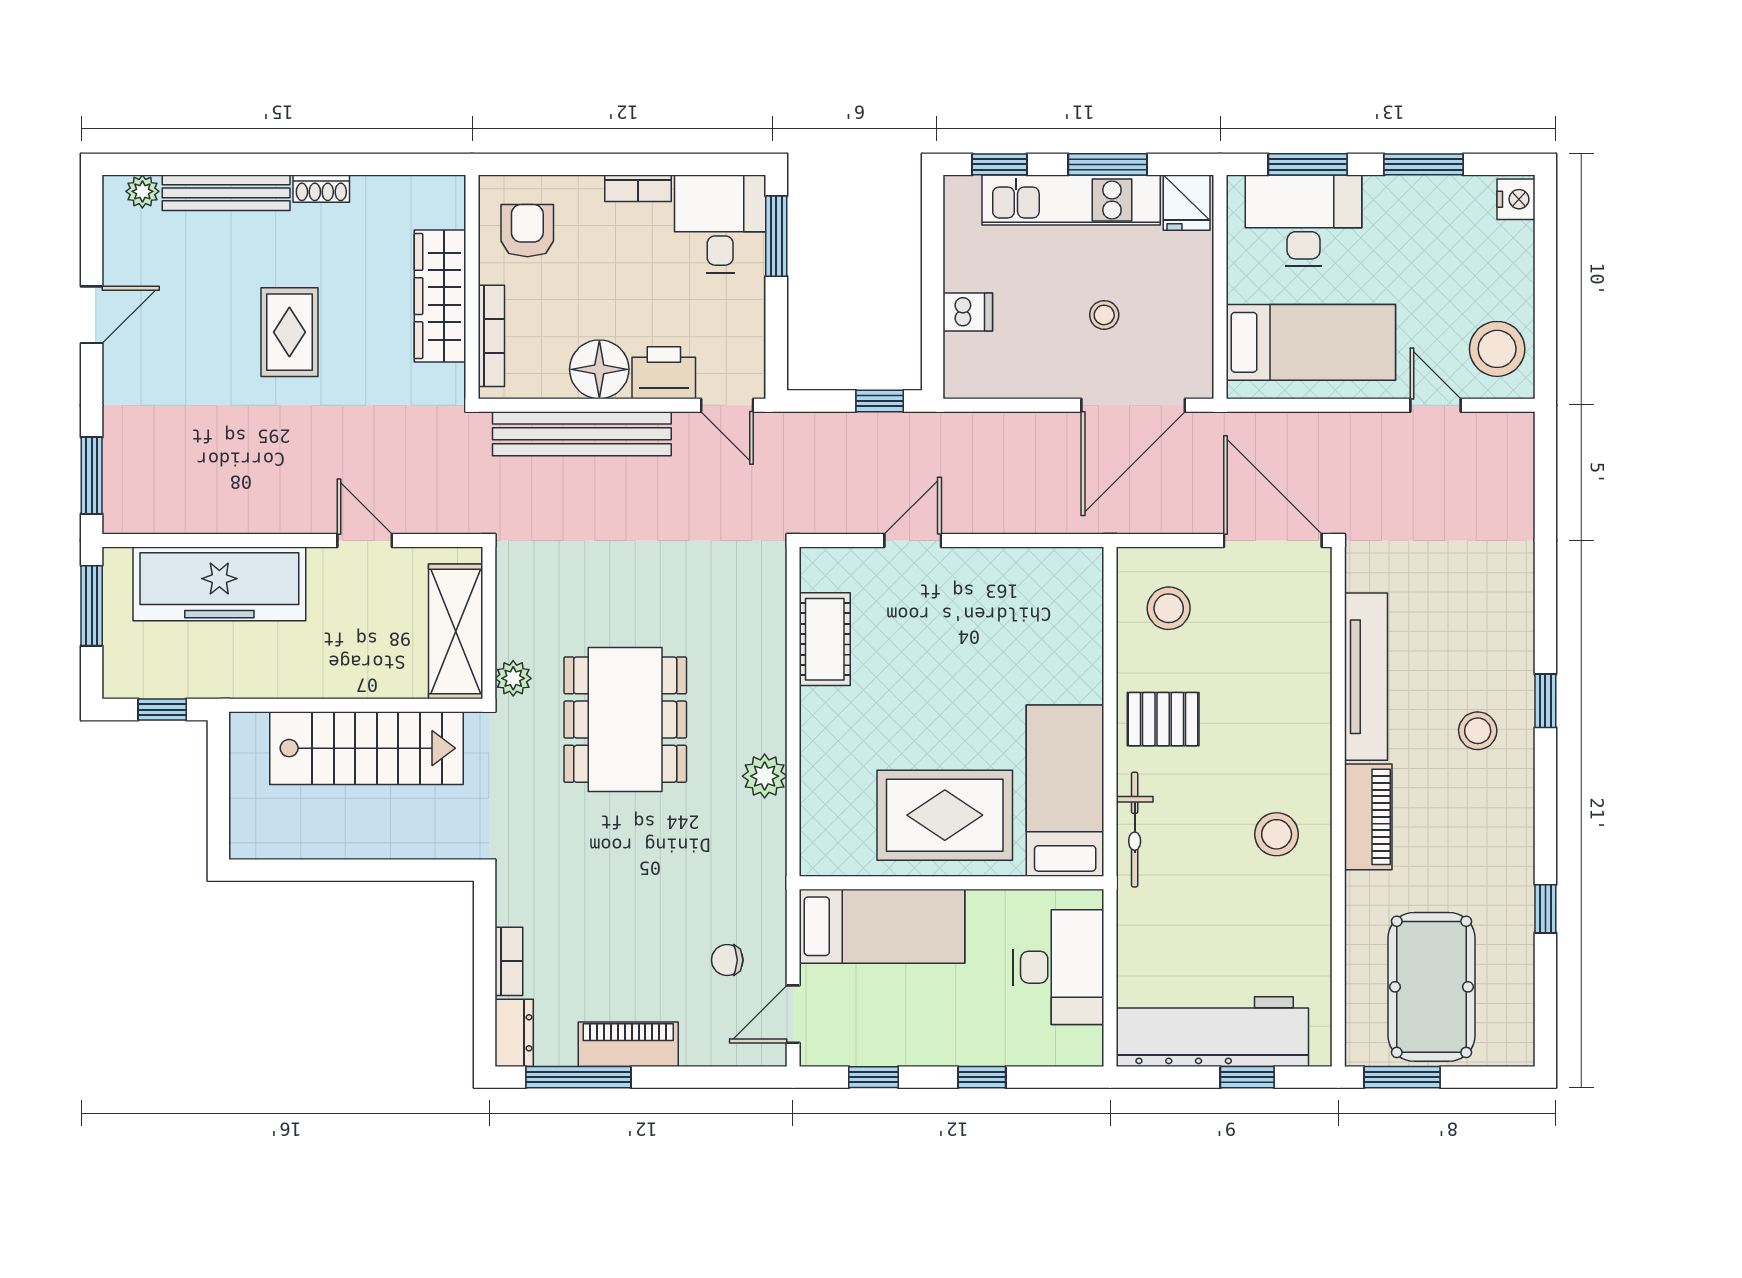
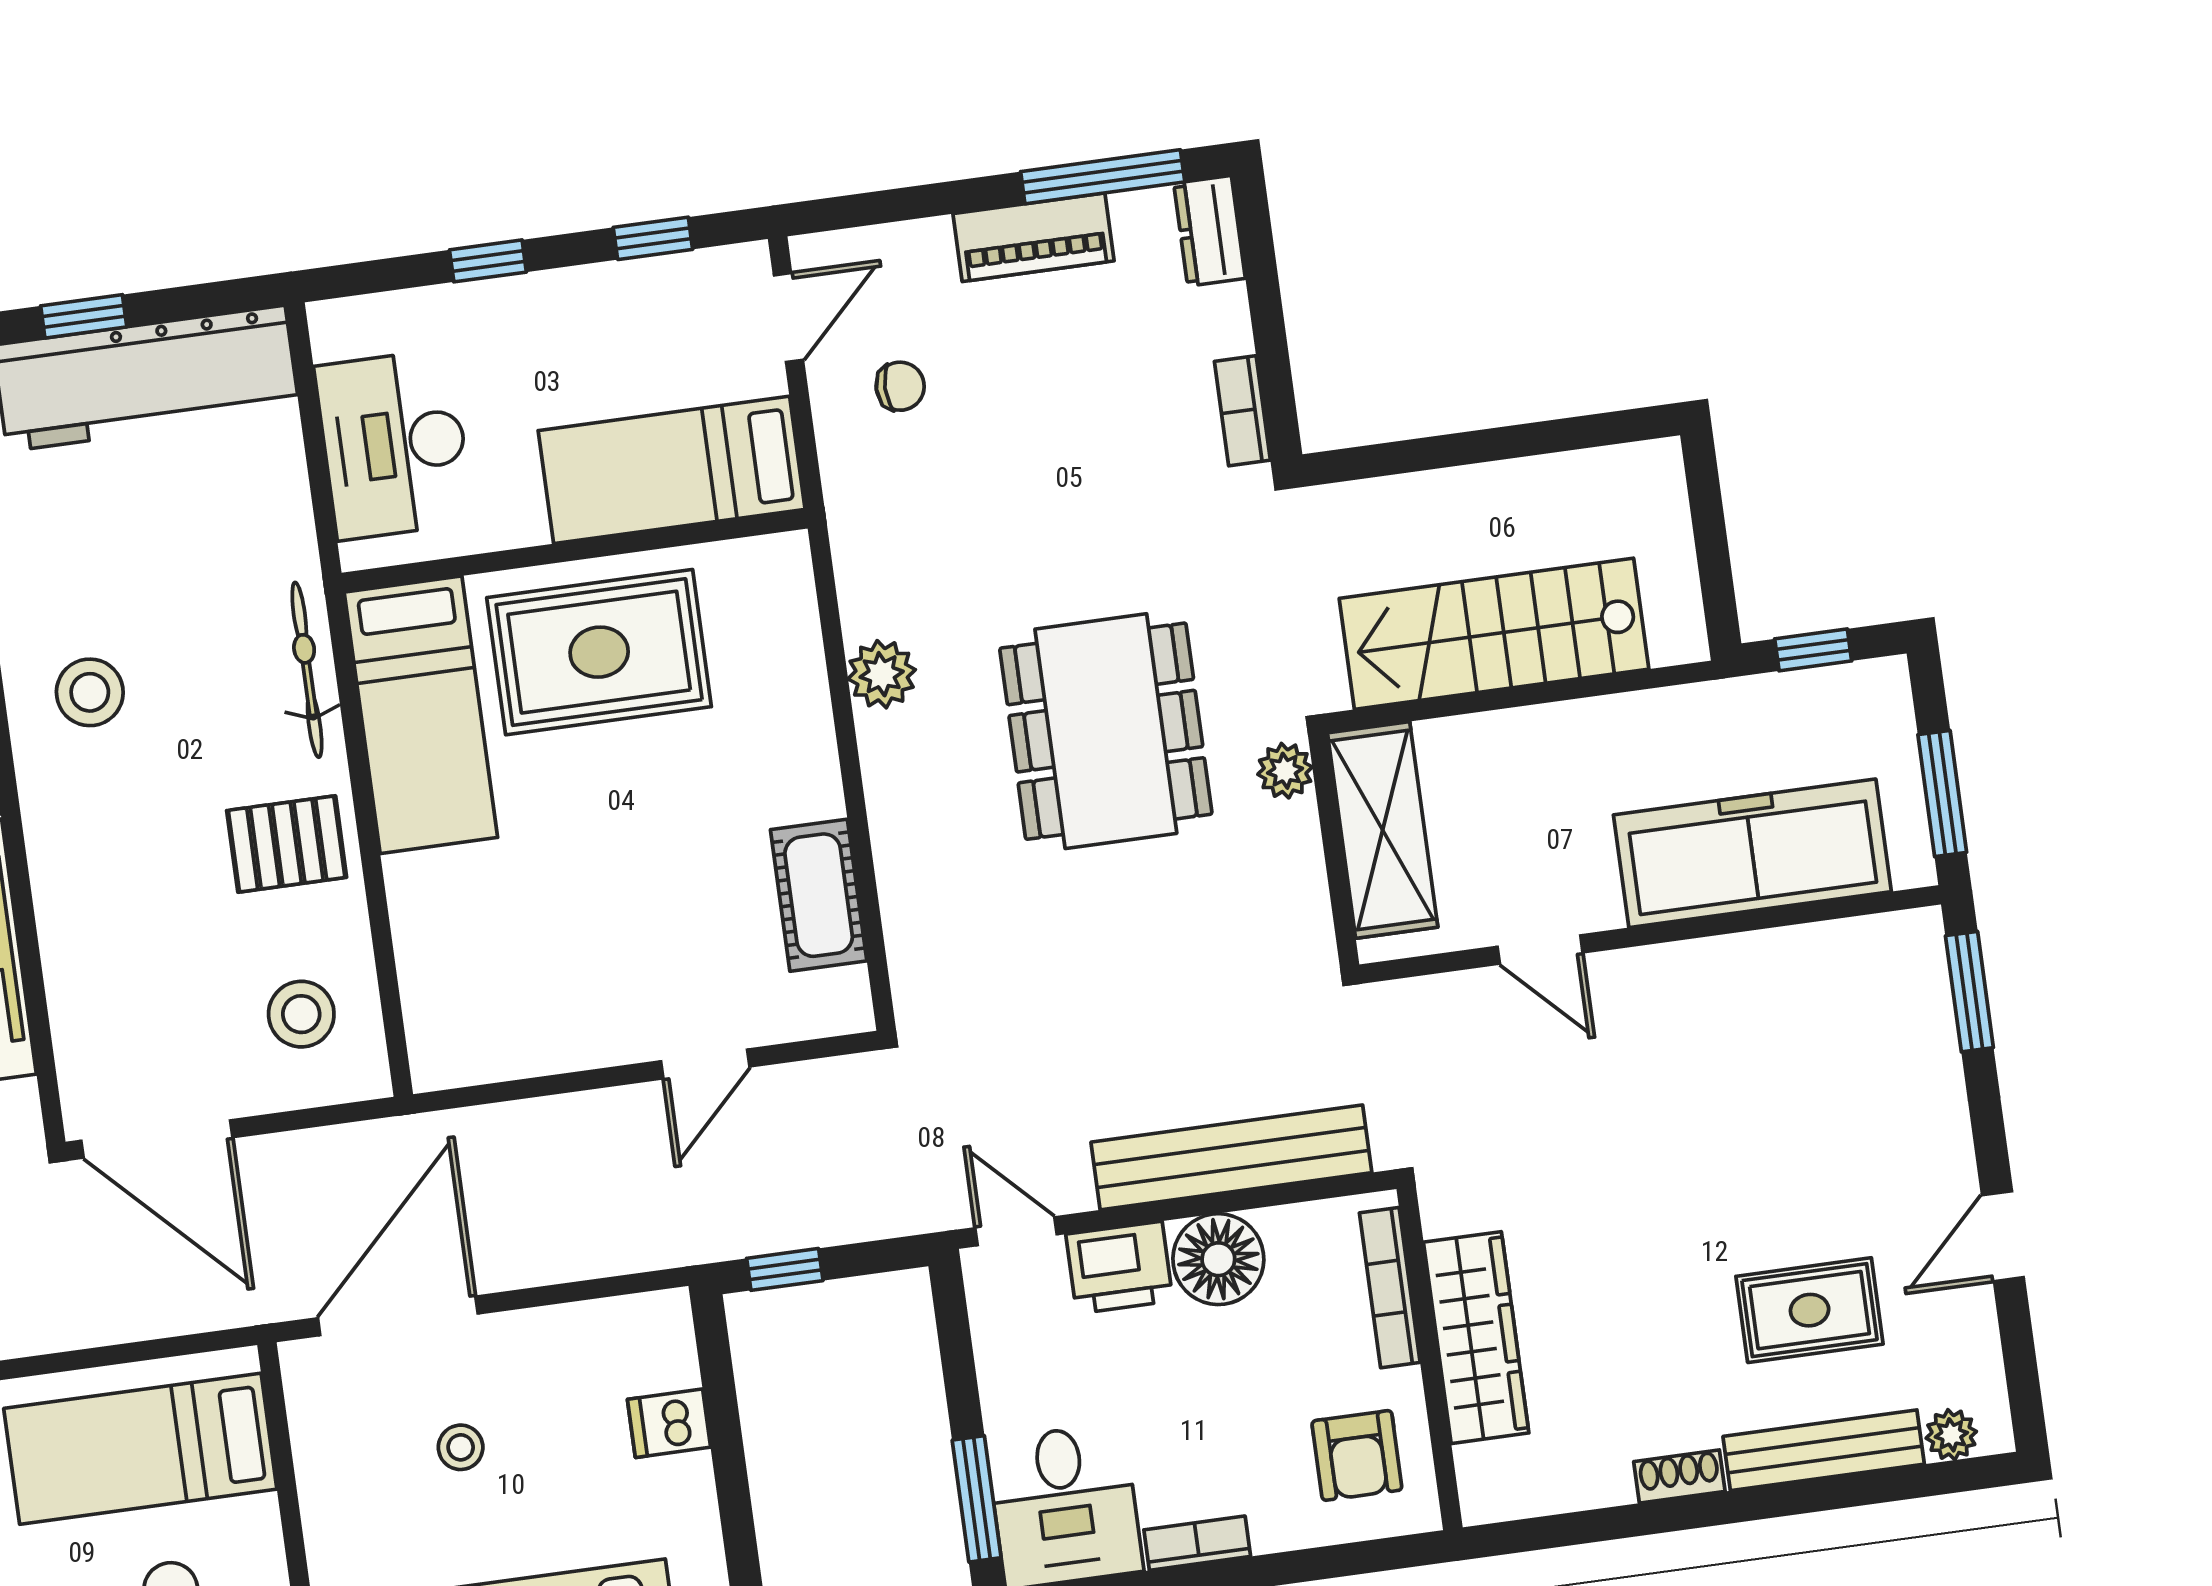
rug: (289, 332) -> (1810, 1310), moved, turned 90
bookcase: (509, 961) -> (1242, 411), moved

